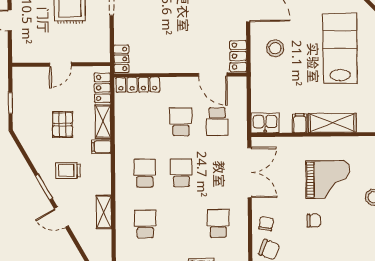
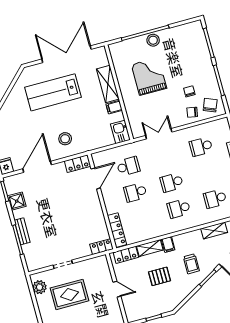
double door: (250, 173) -> (159, 134), width x0.73
chair: (314, 221) -> (189, 91), moved

